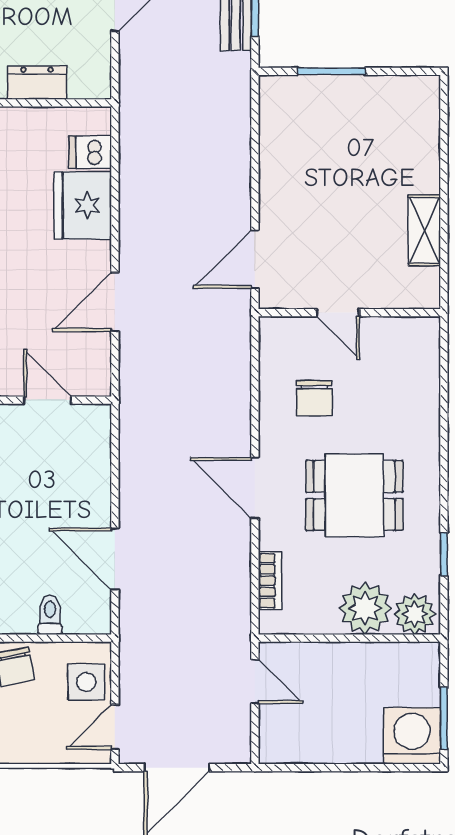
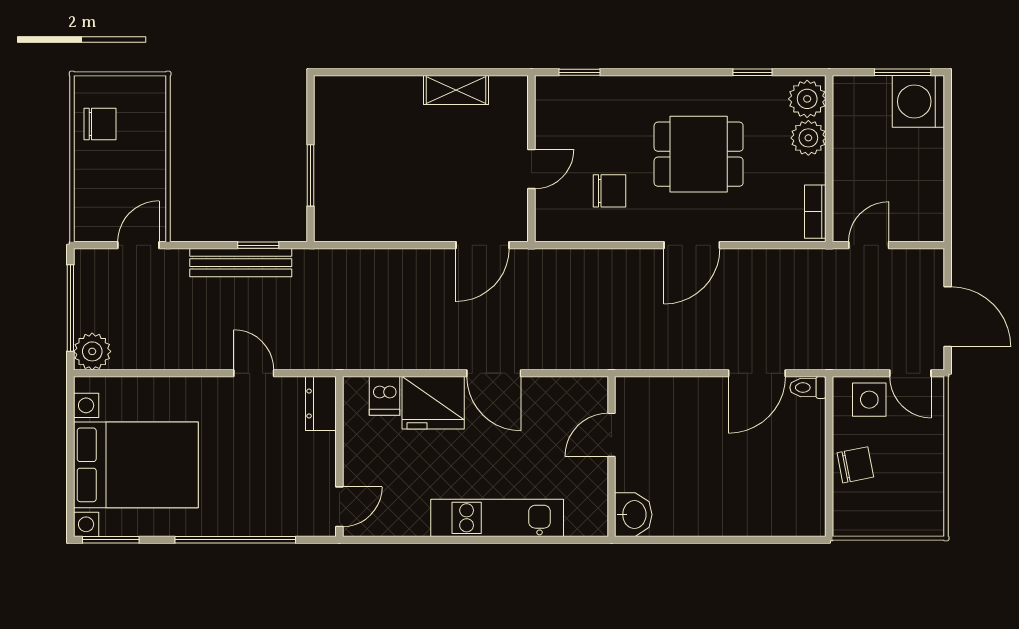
dresser: (37, 83) -> (321, 403), moved
door: (255, 259) -> (482, 245), hinge flipped
door: (115, 302) -> (494, 373), moved
window: (444, 365) -> (579, 72), added
dining table: (354, 495) -> (699, 154), turned 90
bookcase: (270, 581) -> (815, 212), moved, turned -90
plant: (365, 608) -> (808, 138), width x0.73, depth x0.73
toilet: (50, 615) -> (808, 388), moved

